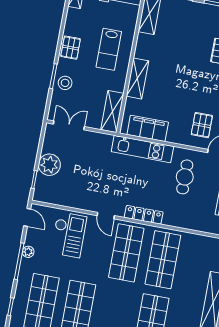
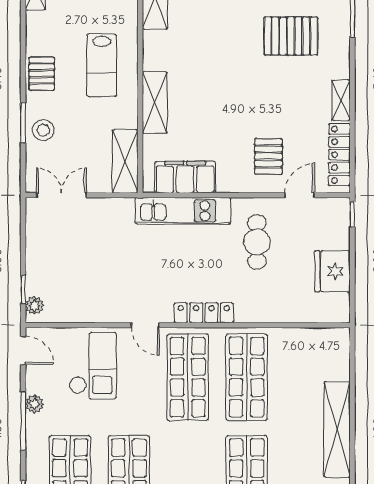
plant: (49, 165) -> (34, 306), moved, width x0.53, depth x0.53

